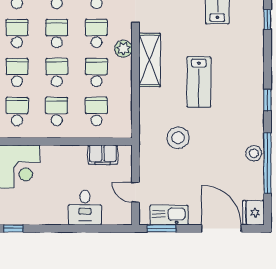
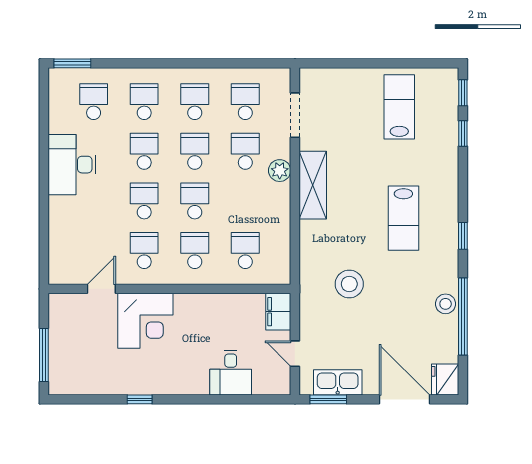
school desk: (96, 72) -> (245, 201), removed
lab bench: (199, 82) -> (403, 218), moved
filing cabinet: (103, 155) -> (278, 312), moved, turned 90

